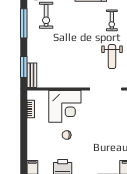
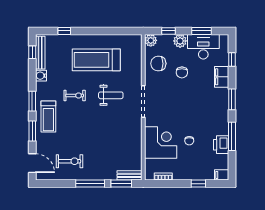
window: (24, 23) -> (90, 184), moved
window: (24, 144) -> (198, 184), added

